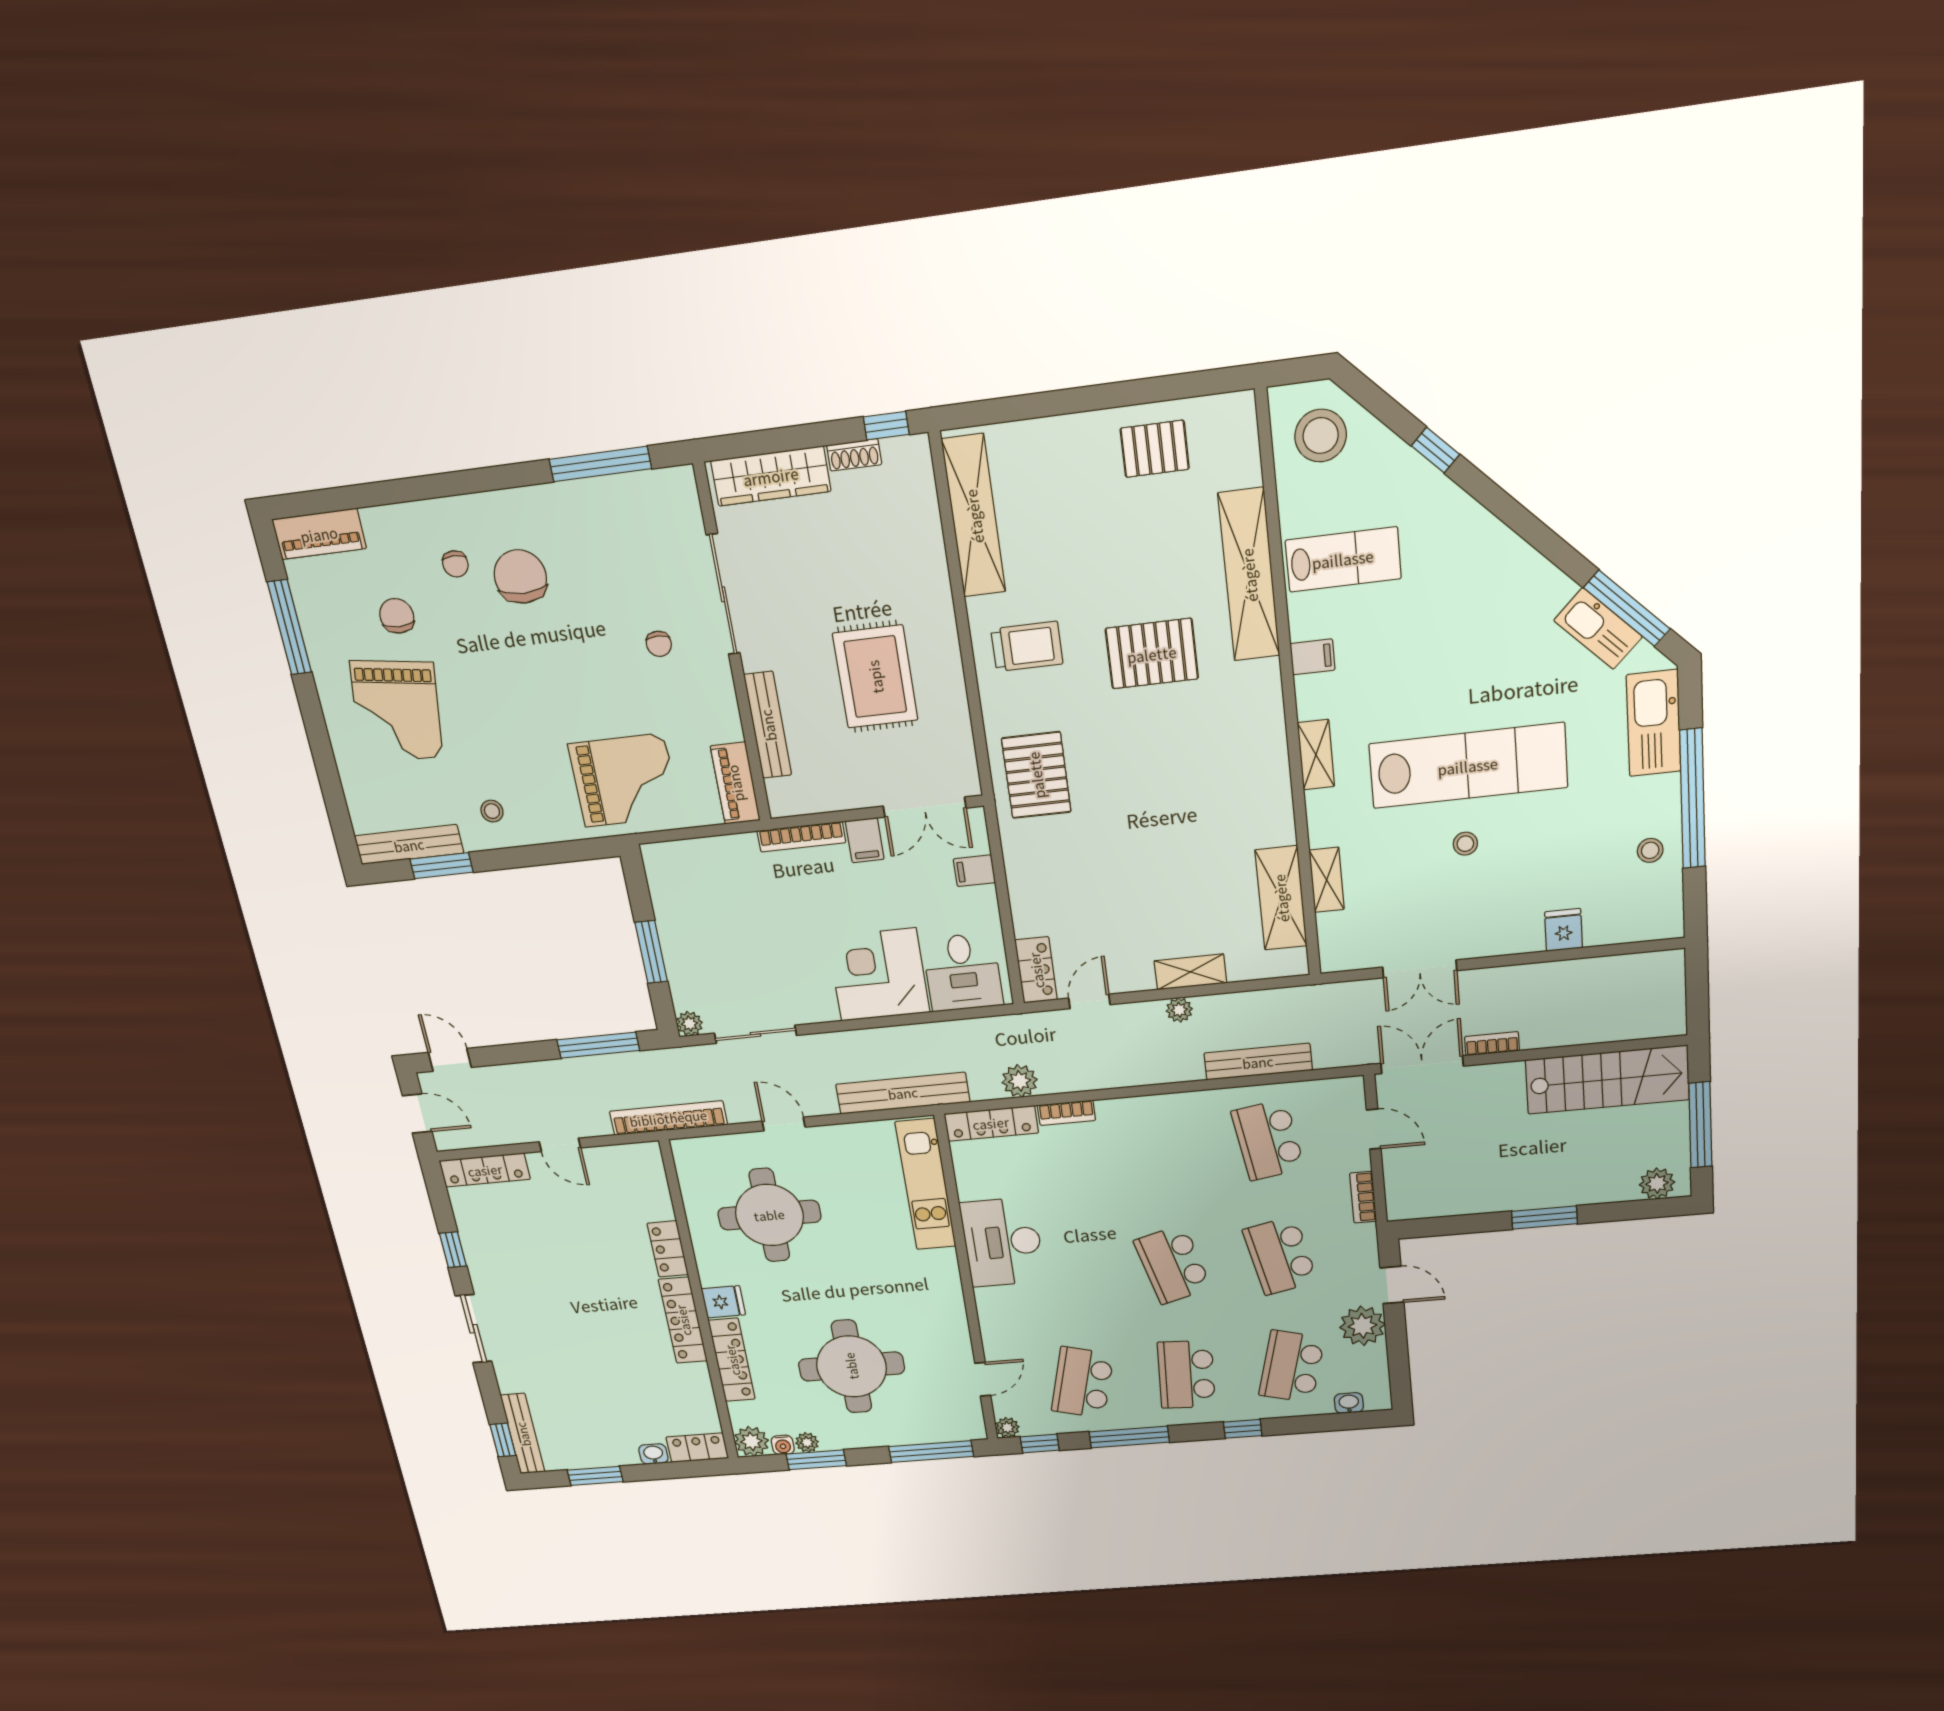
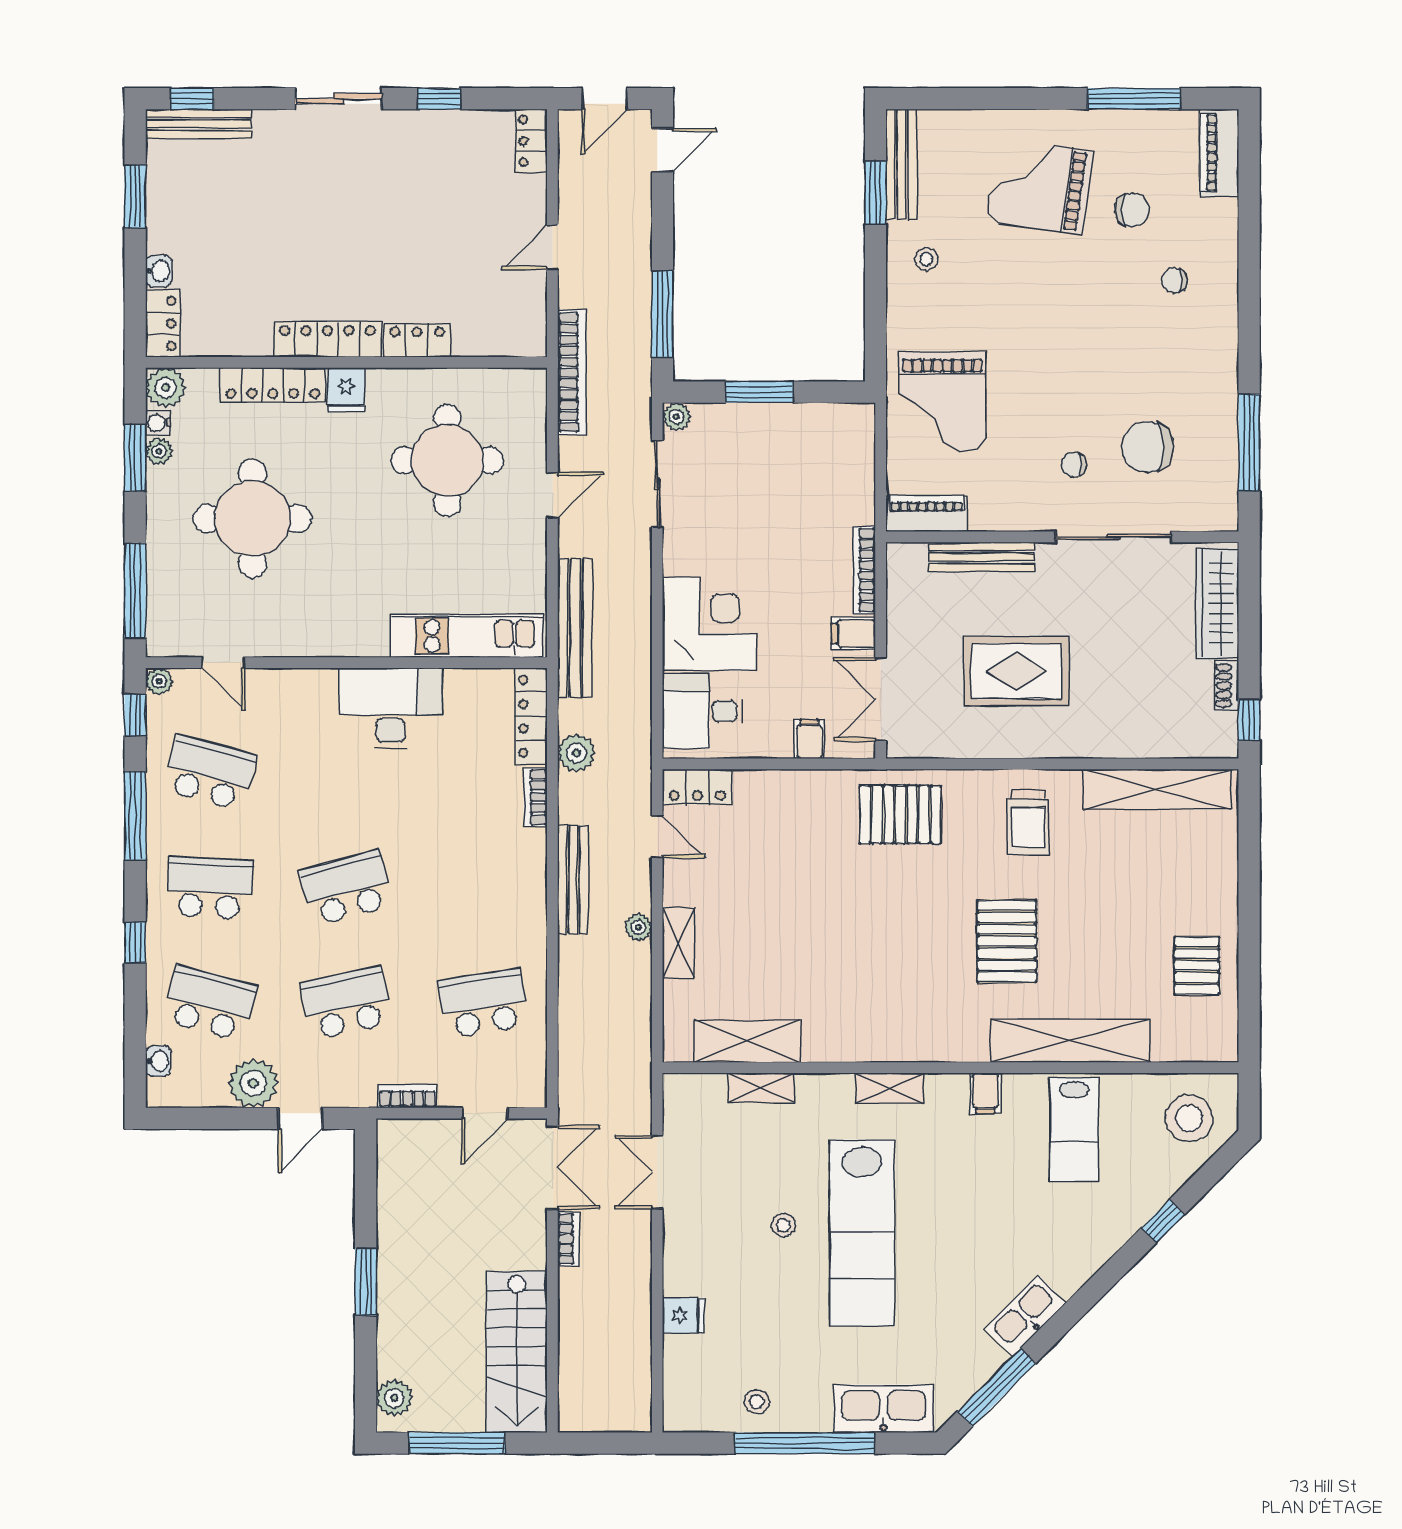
chair: (520, 577) -> (1148, 447), moved, turned 180
kitchen sink: (1598, 629) -> (1025, 1316), moved
bench: (1258, 1062) -> (573, 879), moved
locker: (485, 1170) -> (531, 141), width x0.66

